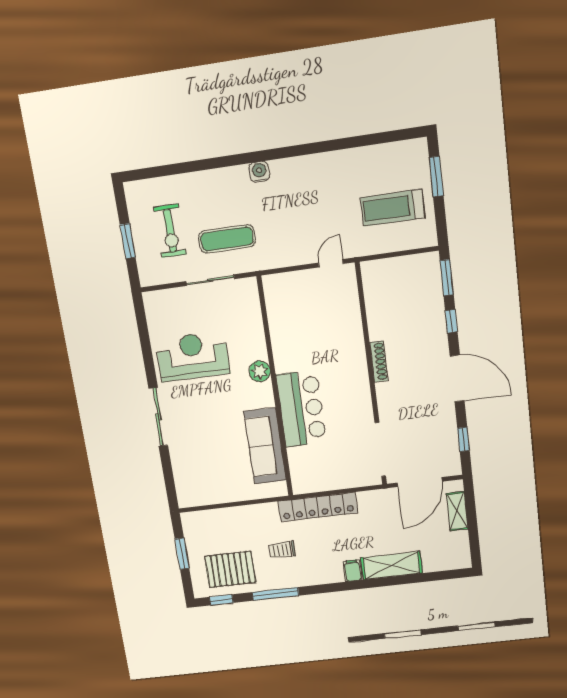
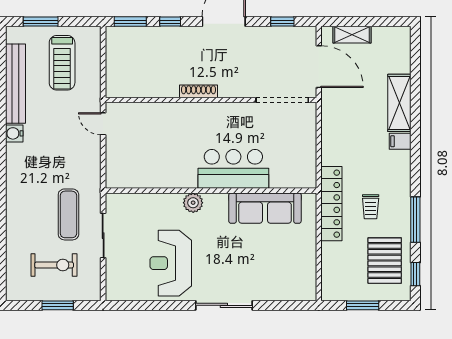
bench: (363, 158) -> (16, 84), added
water cooler: (259, 172) -> (14, 133), moved
locker: (318, 507) -> (331, 204), moved

